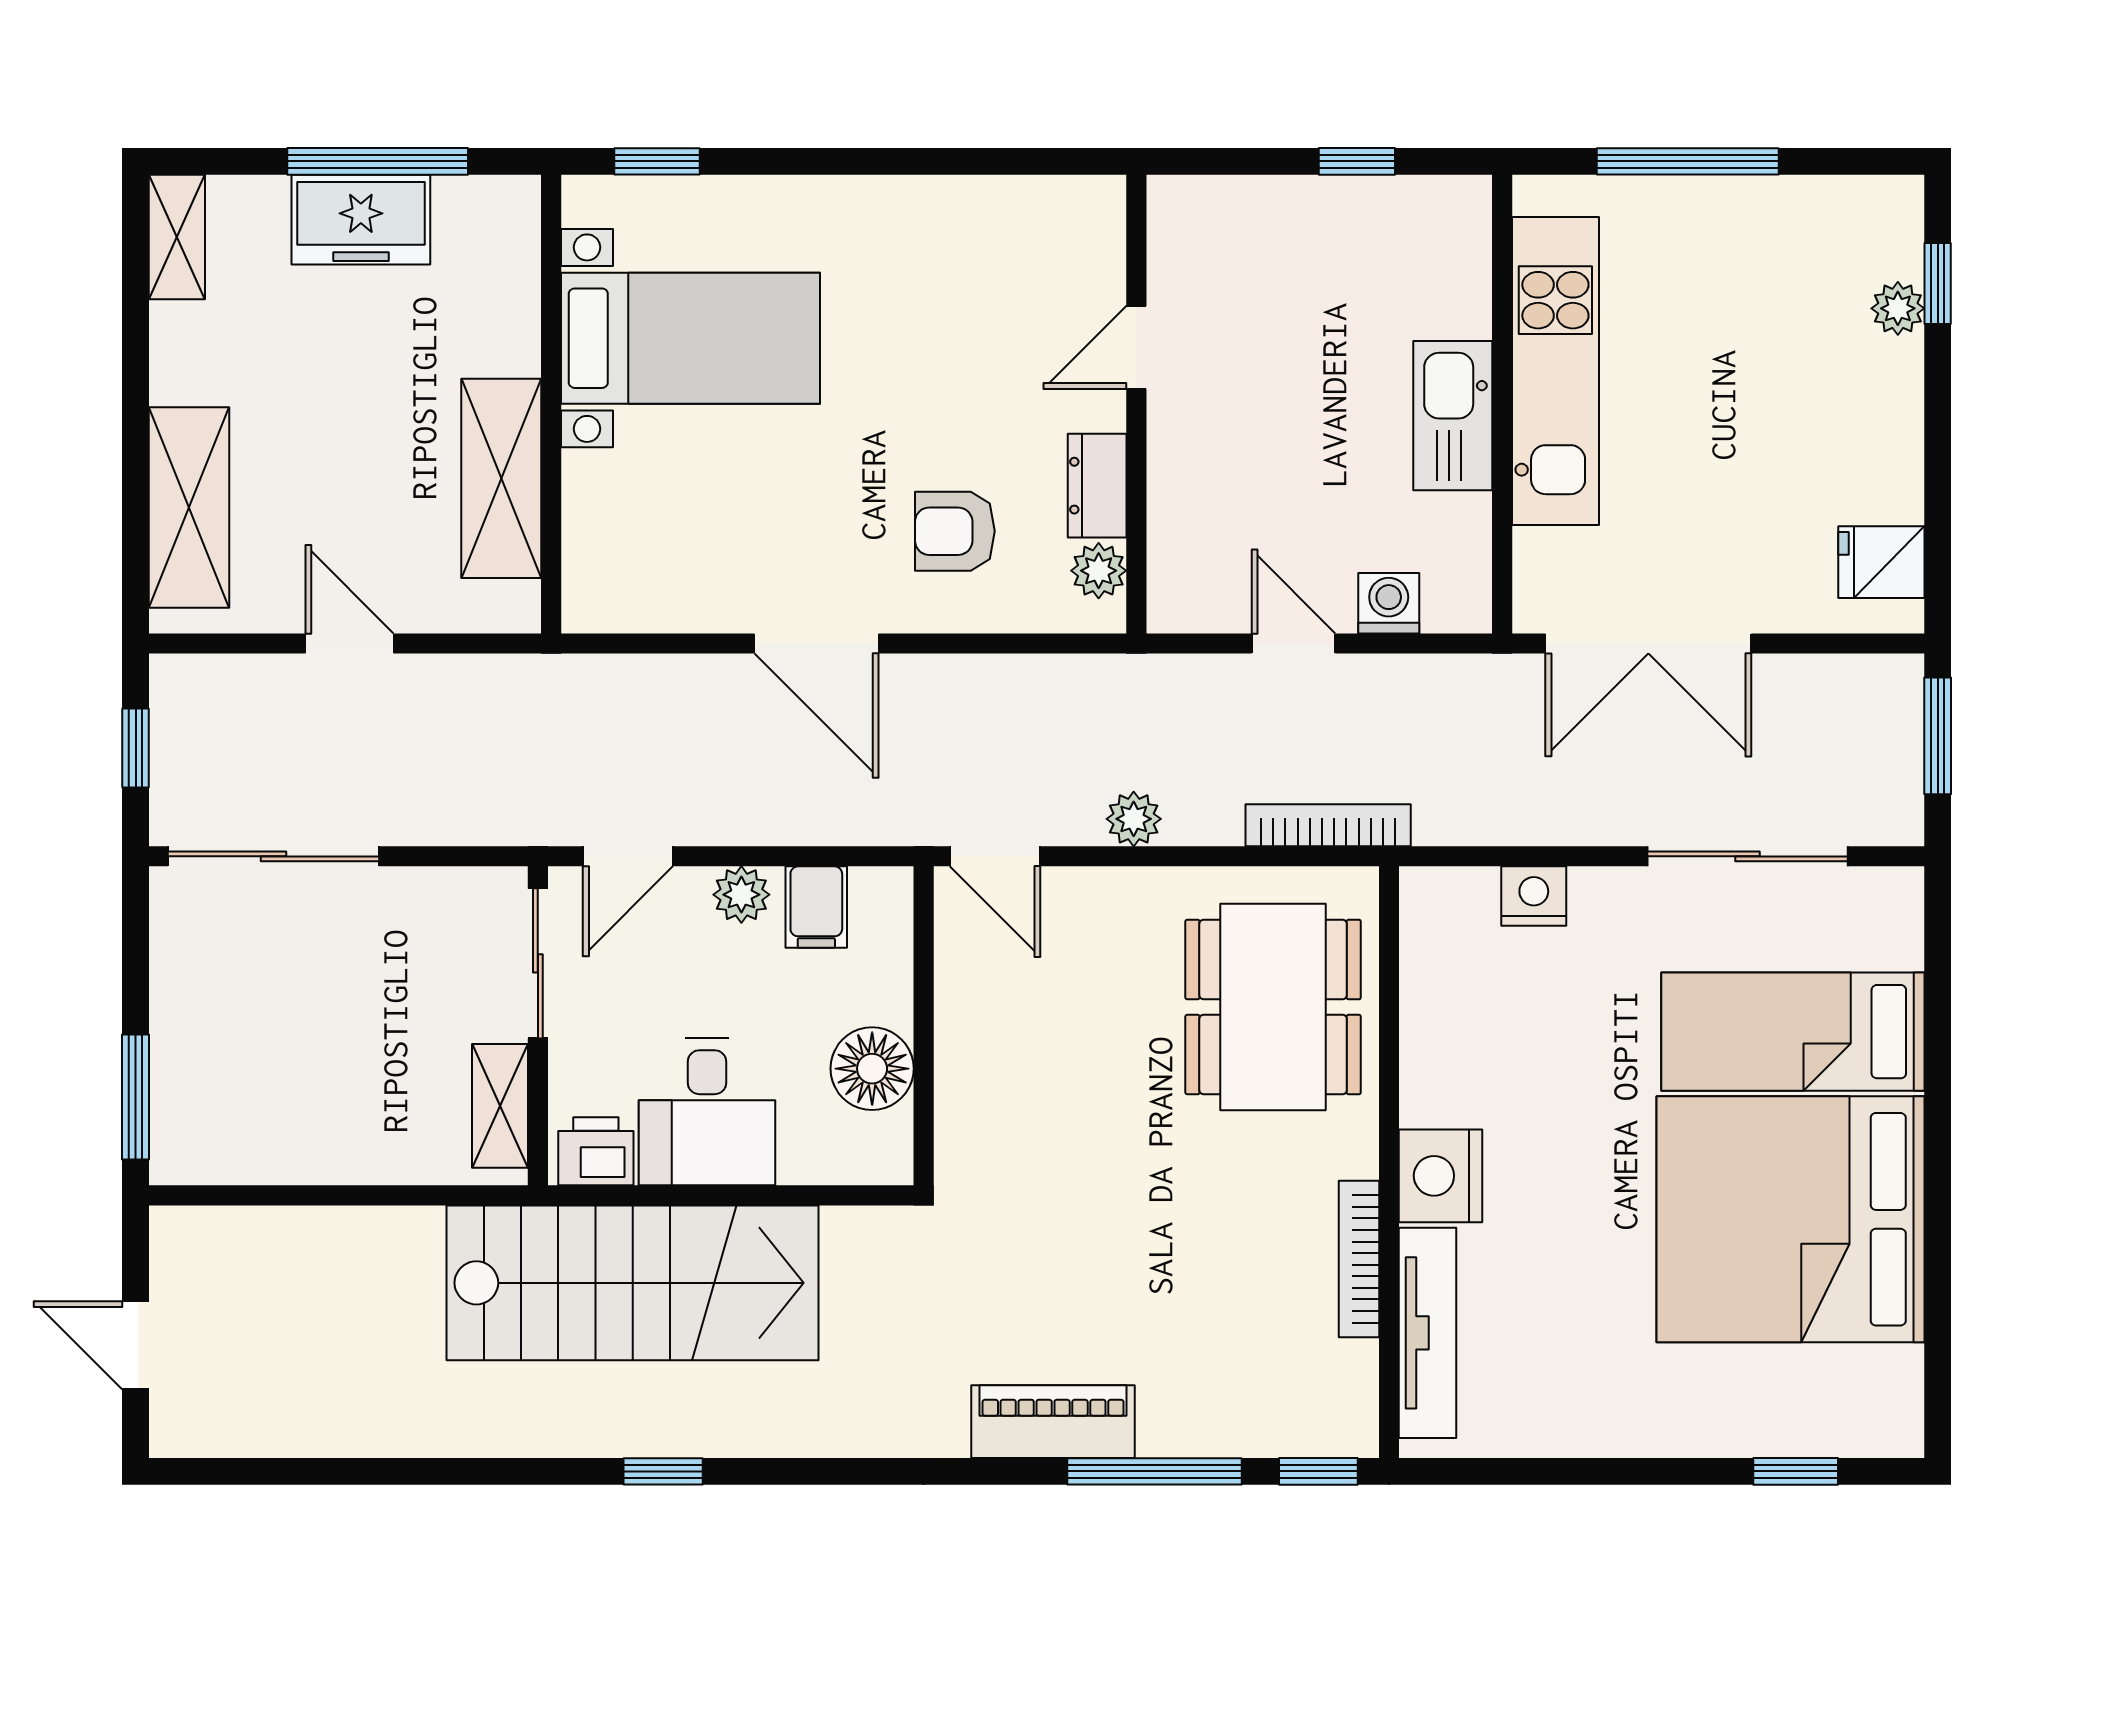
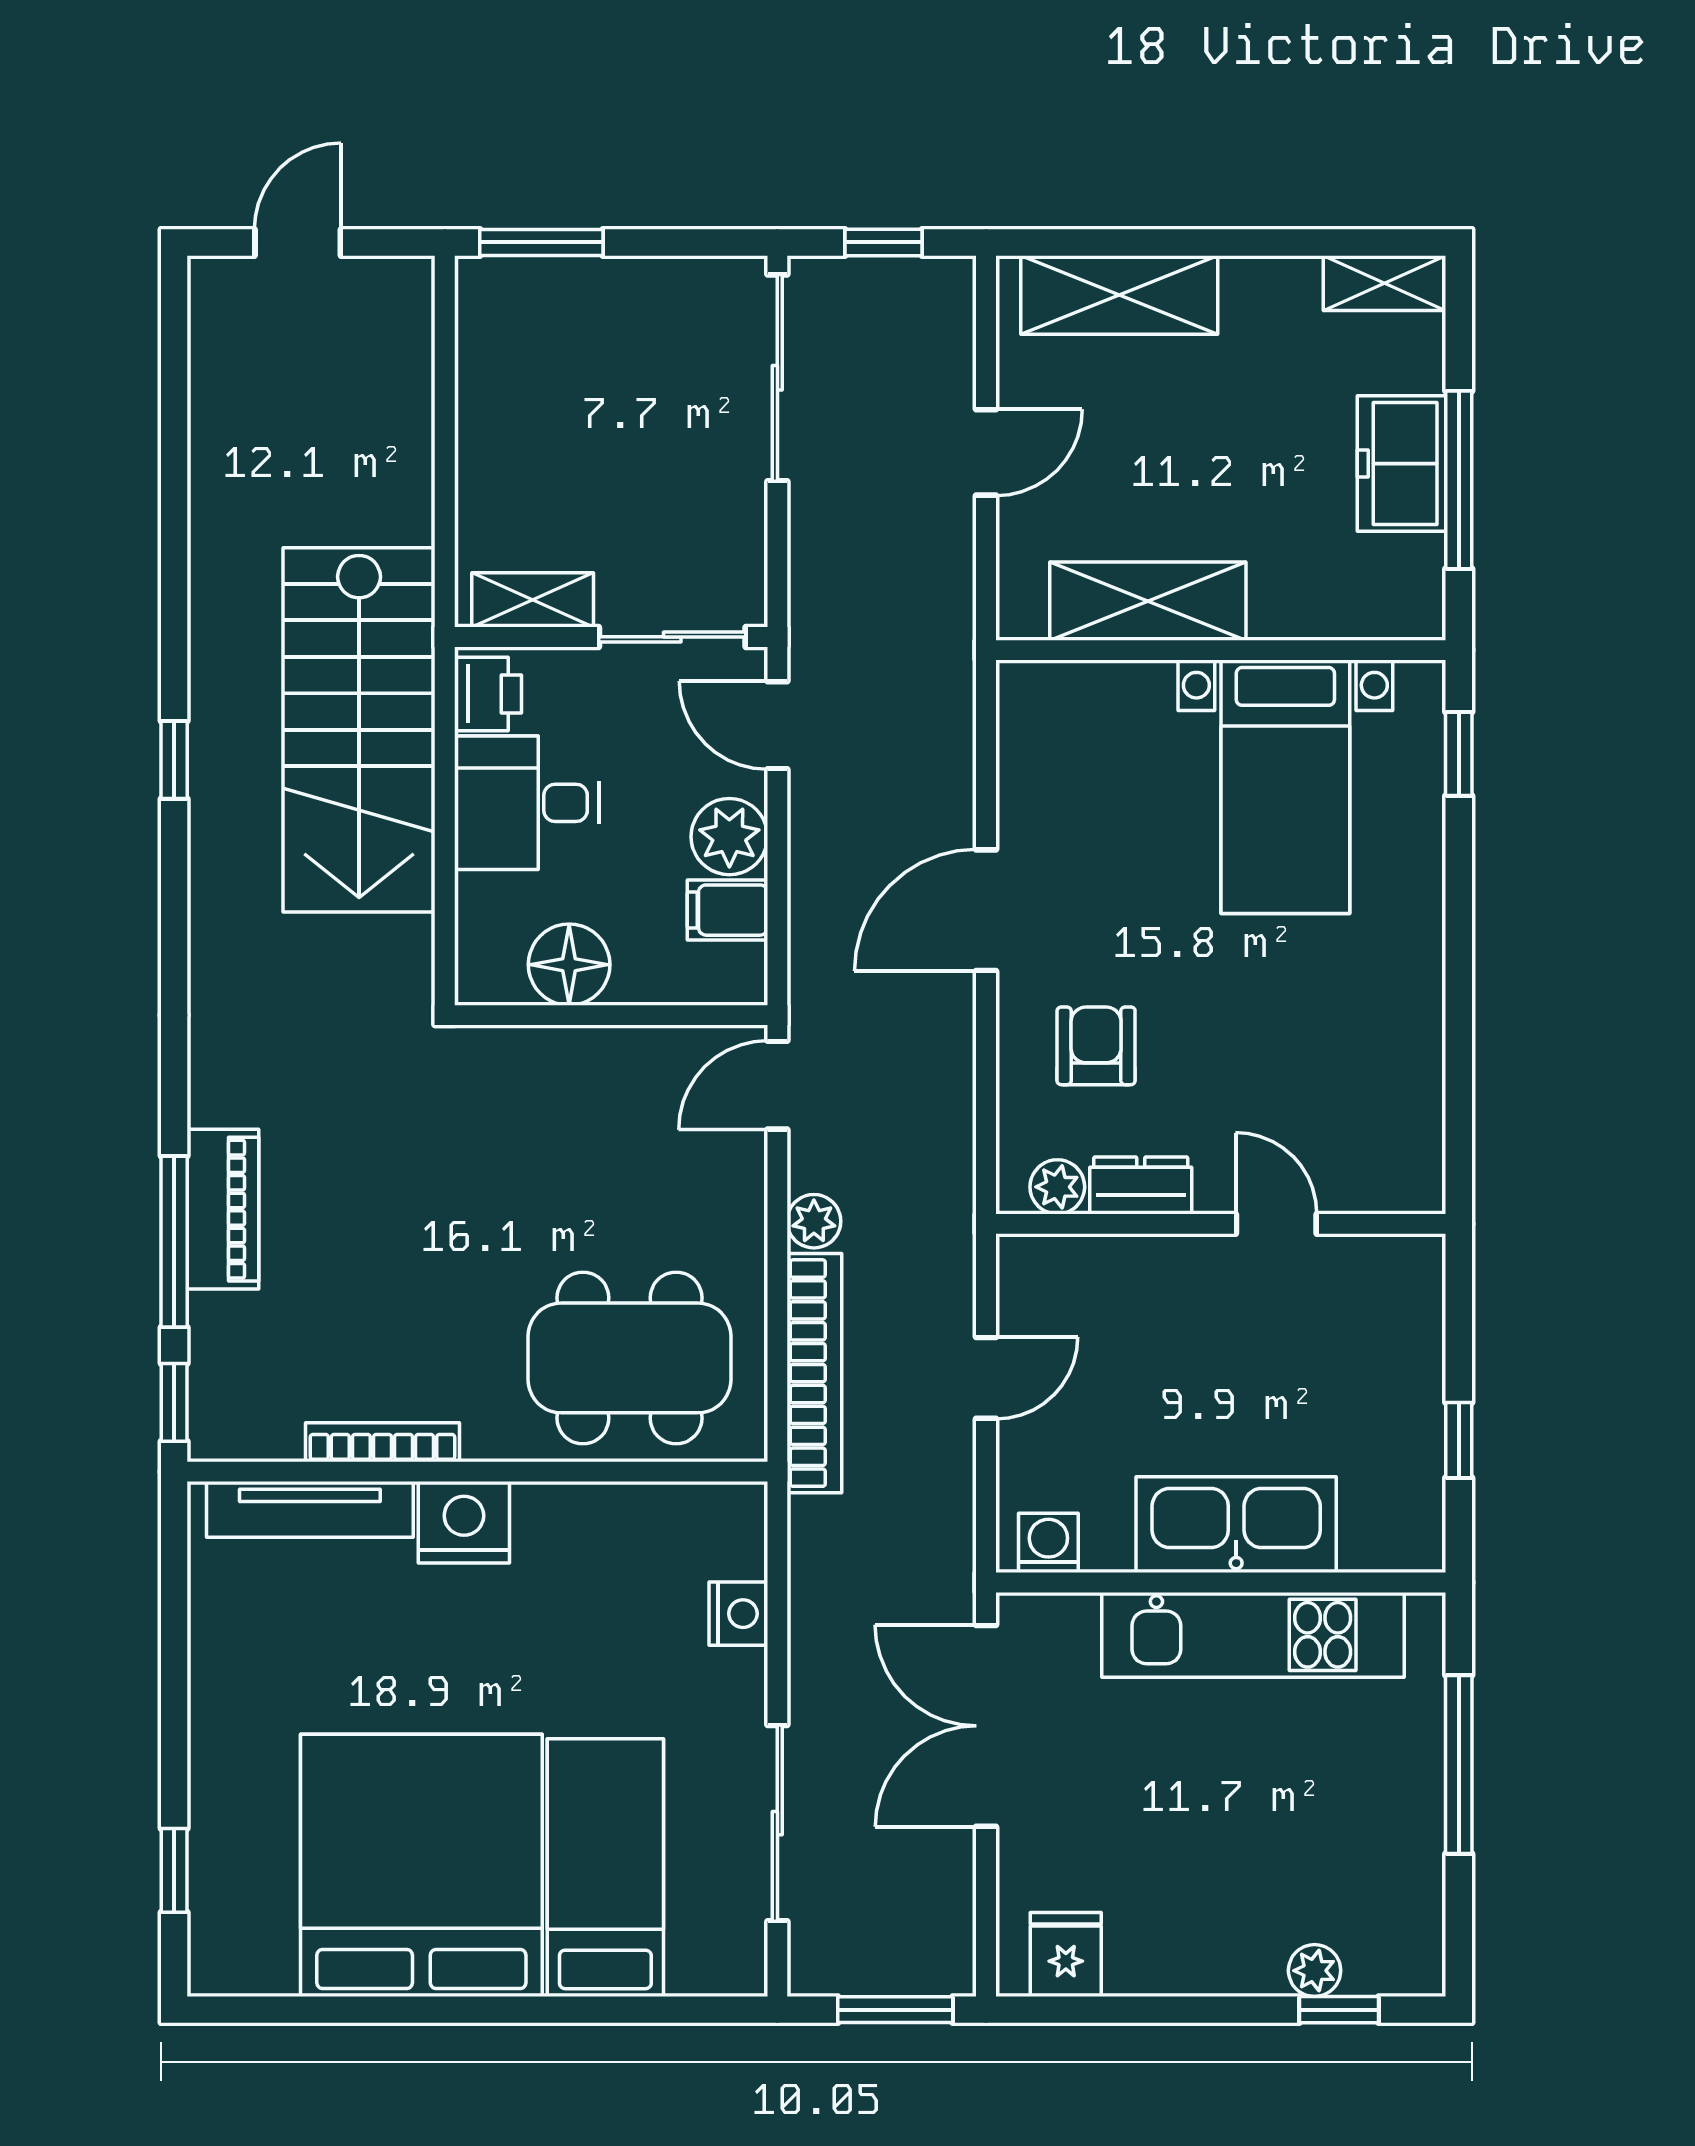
kitchen sink: (1453, 416) -> (1236, 1525), width x1.36, depth x1.24
washing machine: (1389, 603) -> (1048, 1543), moved, turned -90
bookcase: (1328, 825) -> (814, 1373), width x1.48, depth x1.31
plant: (741, 895) -> (729, 837), width x1.38, depth x1.38
piano: (1053, 1422) -> (223, 1209), moved

